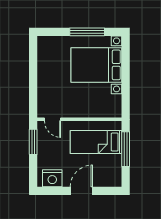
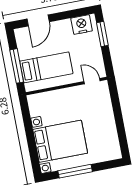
window: (33, 142) -> (102, 34), moved
door: (81, 191) -> (38, 20), moved

